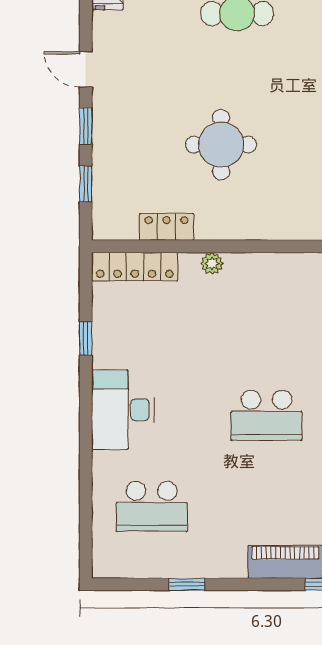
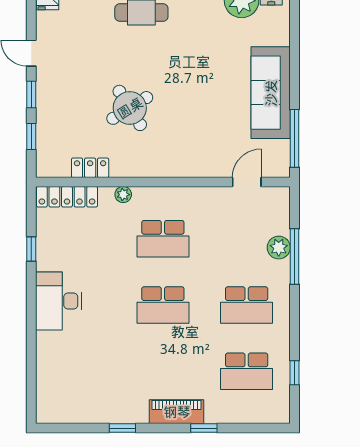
round table: (221, 145) -> (130, 108), turned -32
school desk: (152, 506) -> (163, 239), moved
window: (187, 584) -> (122, 428), moved

